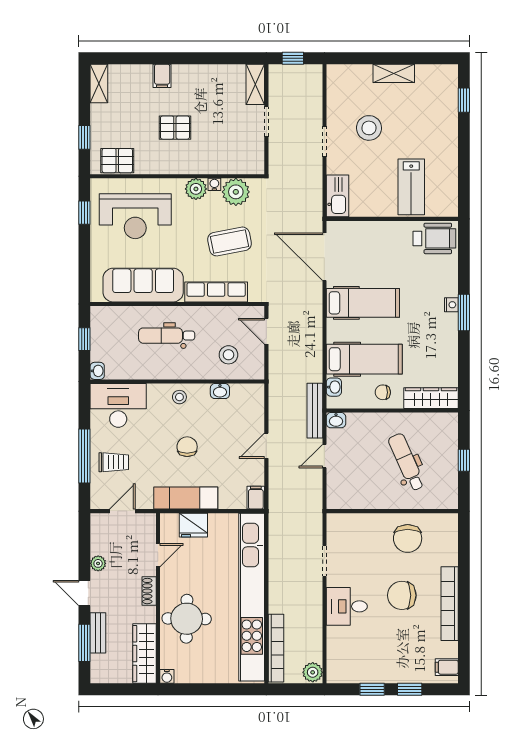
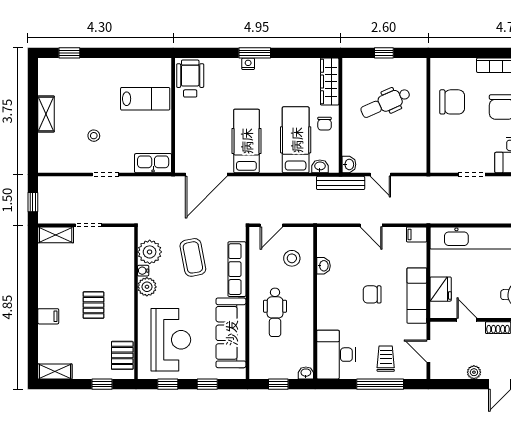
stool: (369, 128) -> (94, 136), width x0.53, depth x0.53
window: (84, 258) -> (207, 384), added
stool: (179, 397) -> (329, 301), removed

